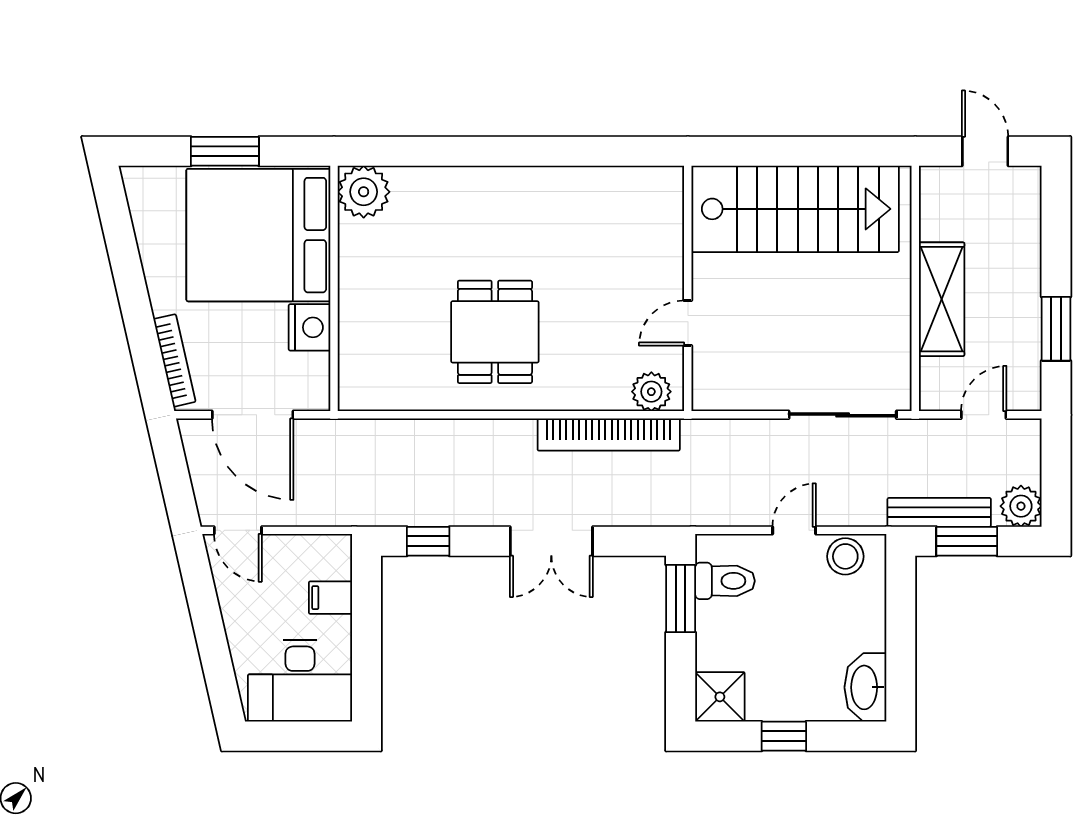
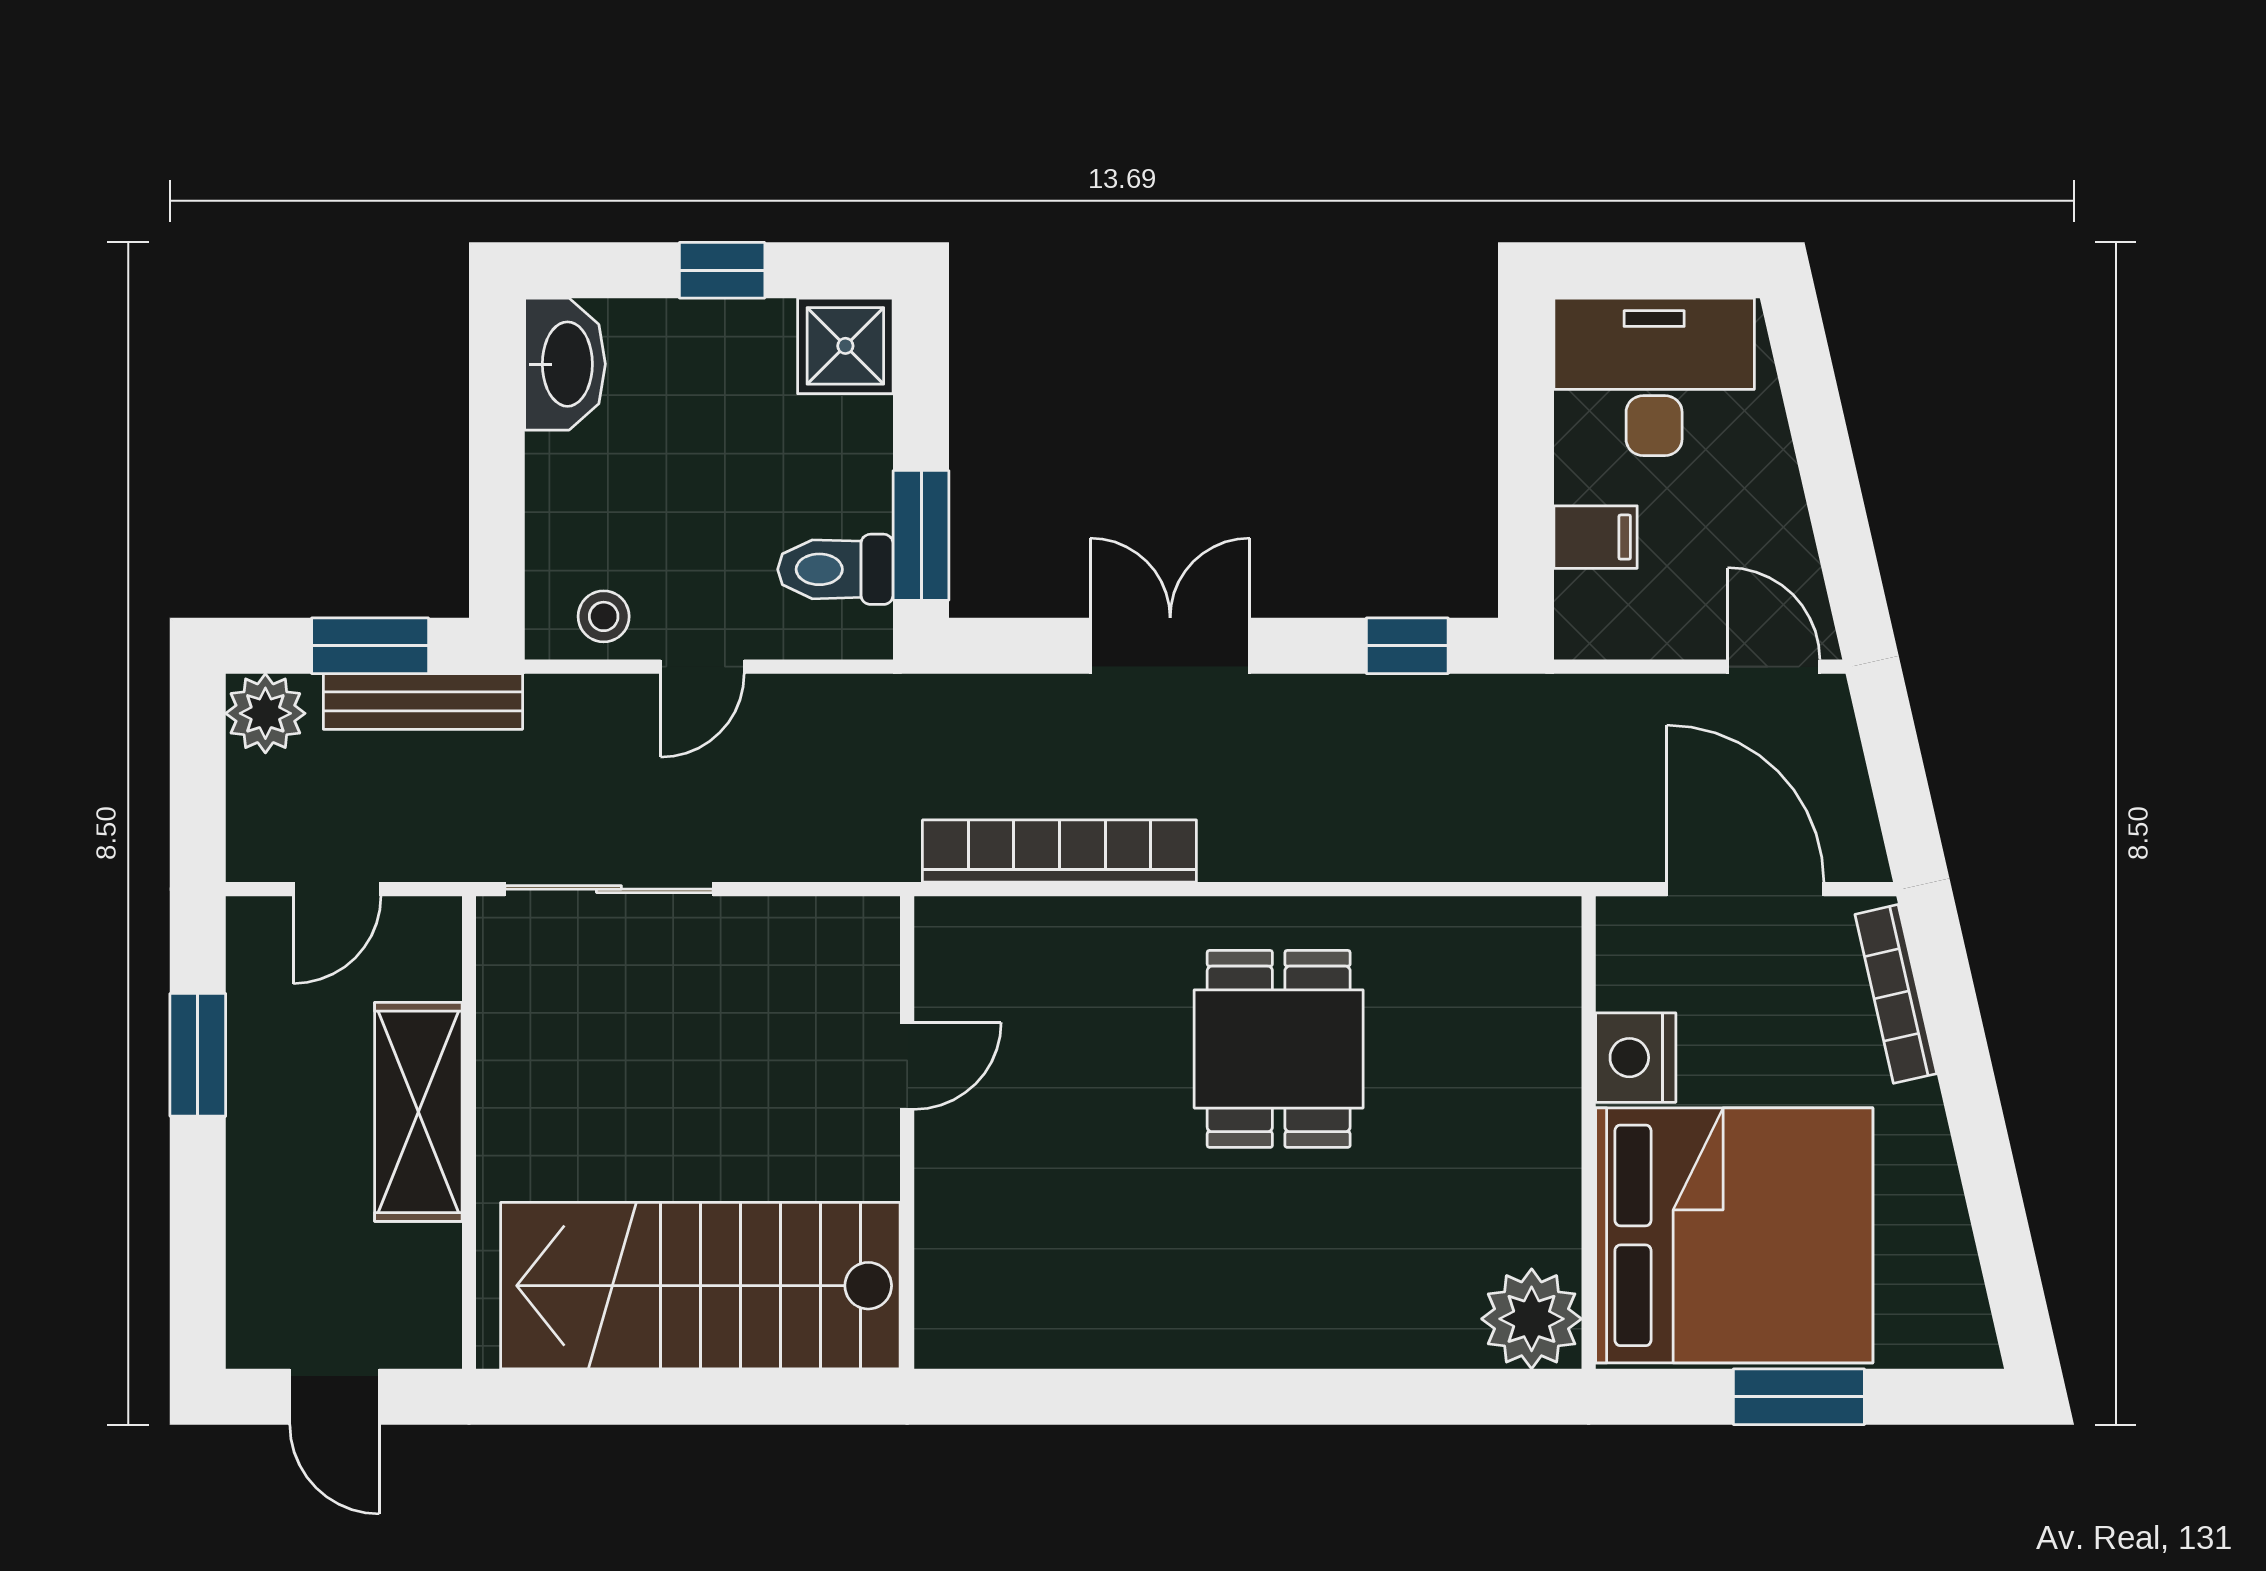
plant: (651, 392) -> (977, 934), removed
stool: (845, 556) -> (604, 616), width x0.73, depth x0.73

